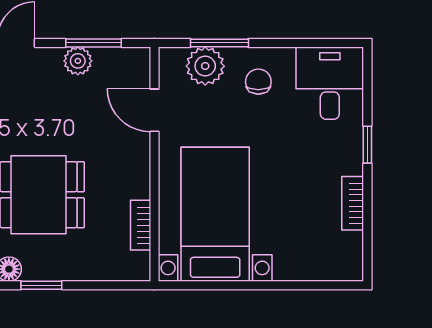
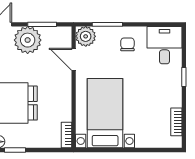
plant: (78, 61) -> (28, 40), width x1.88, depth x1.88
plant: (205, 66) -> (86, 36), moved
bookcase: (353, 203) -> (176, 122), moved
bookcase: (141, 225) -> (66, 135), moved

